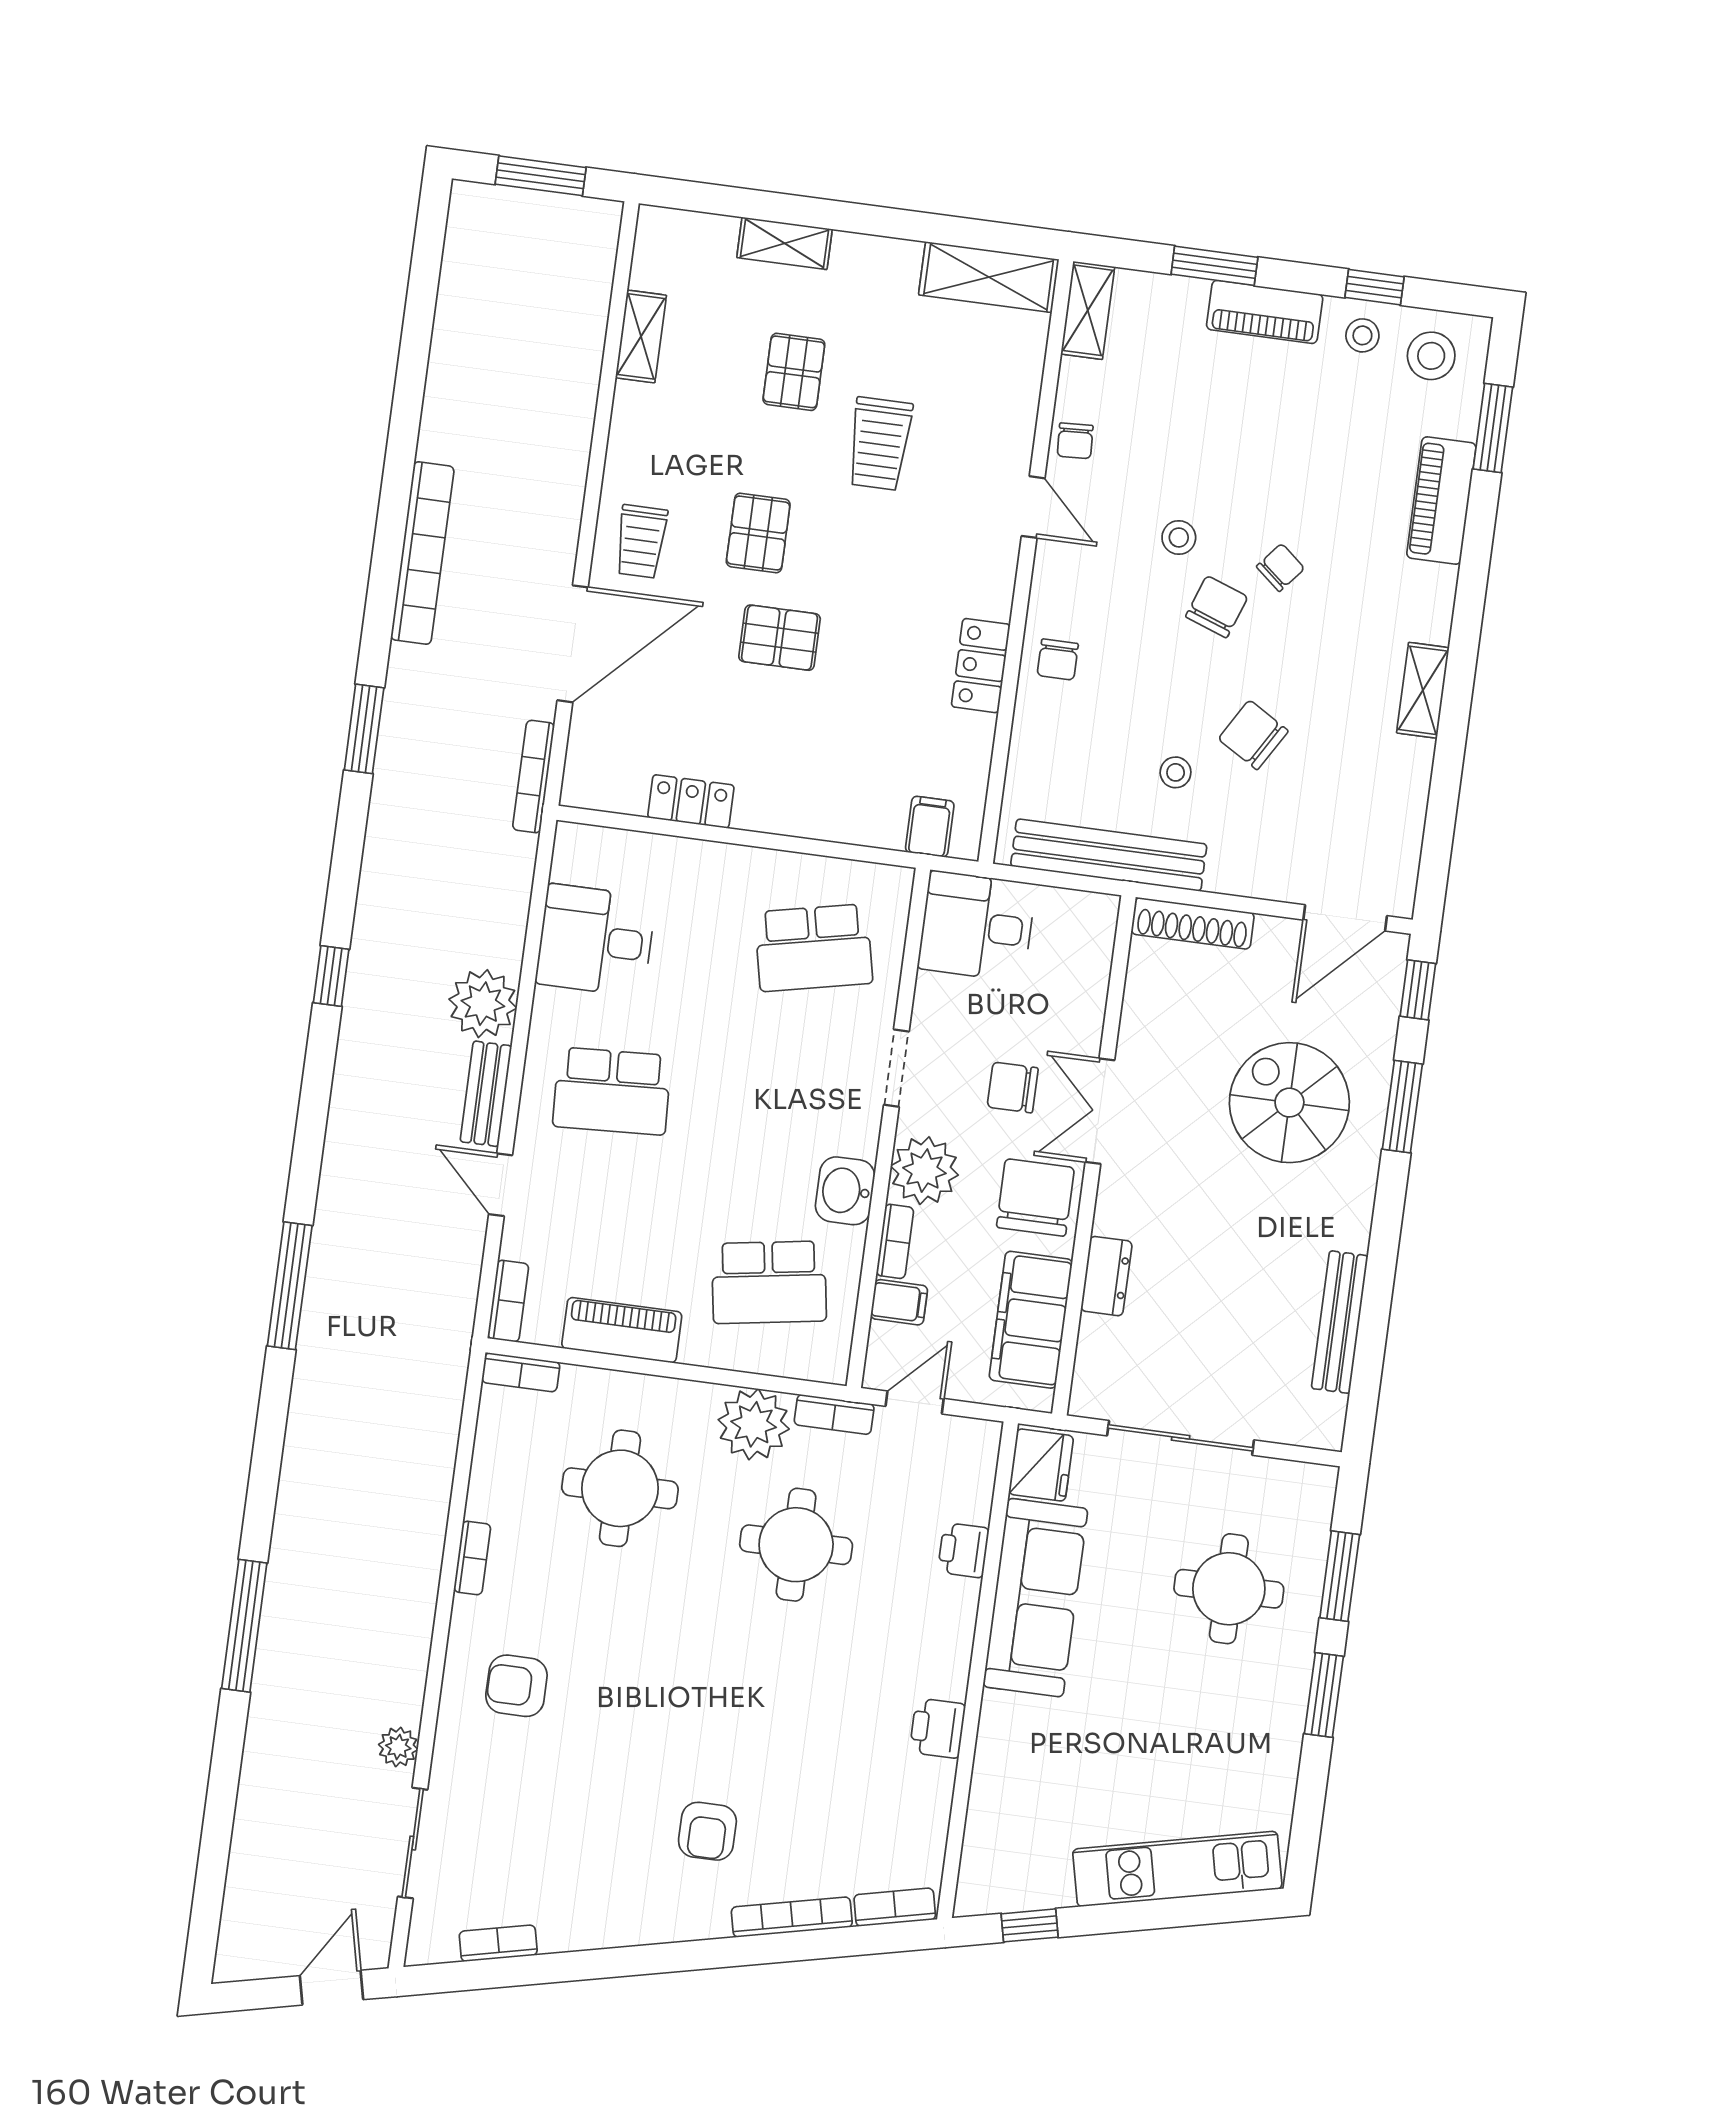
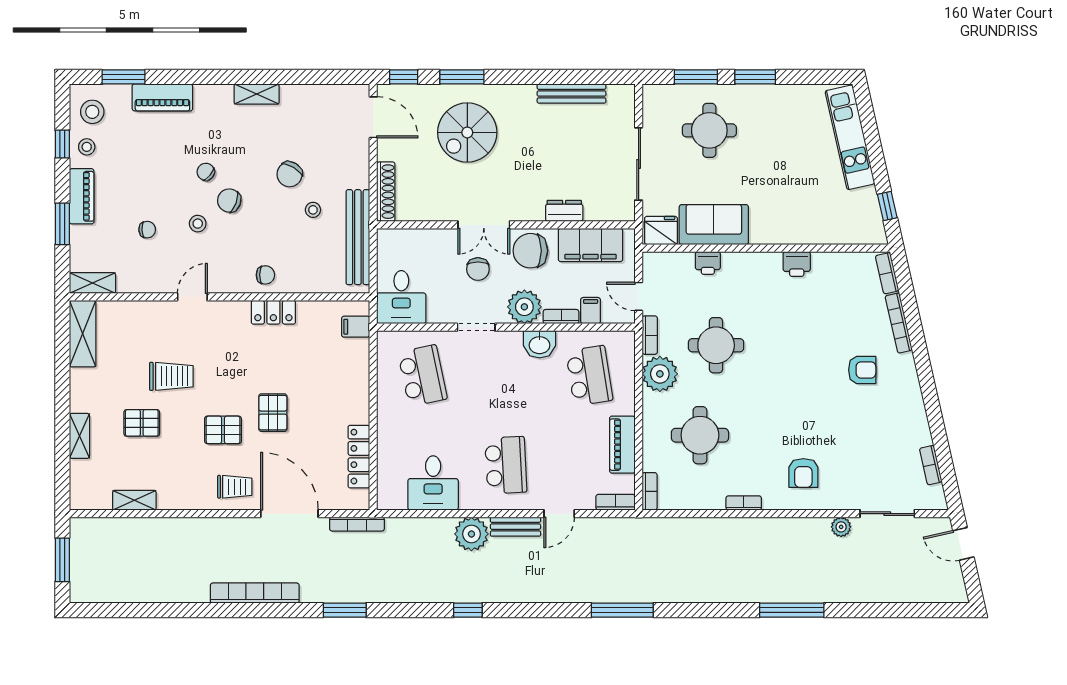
chair: (1075, 441) -> (147, 230), moved
locker: (691, 801) -> (359, 457), width x1.53
sofa: (1035, 1598) -> (714, 225), width x0.73

